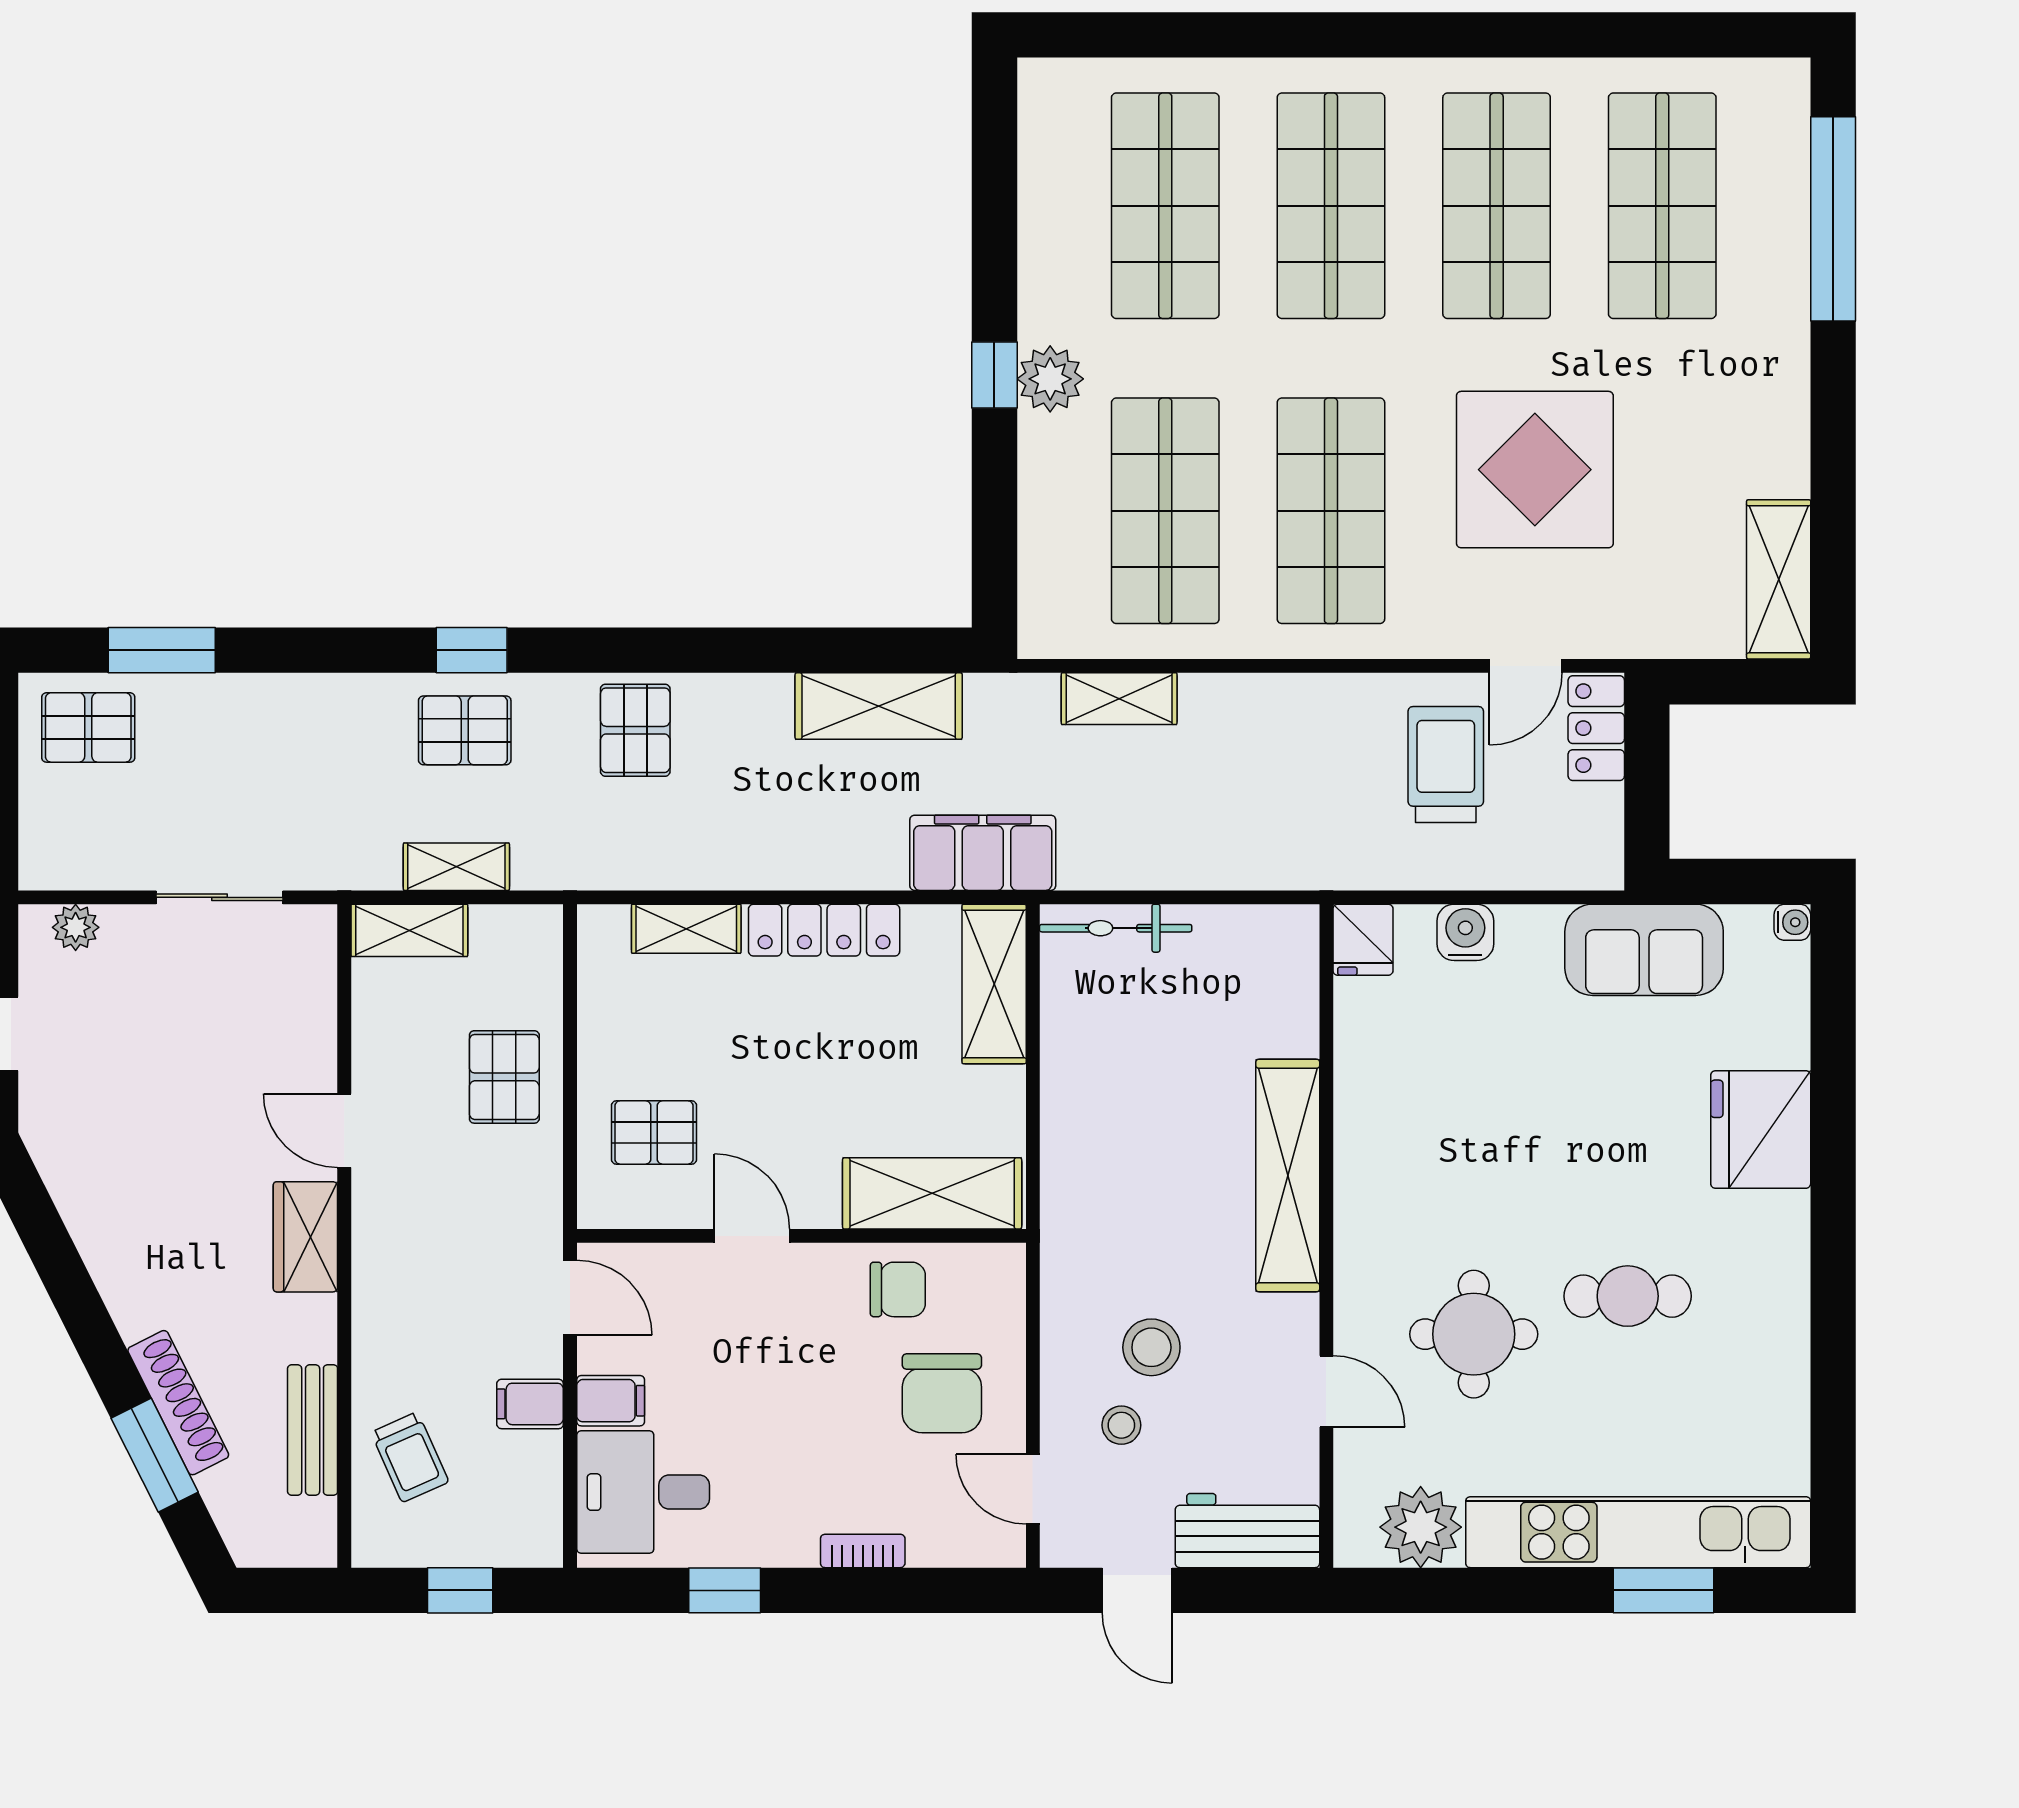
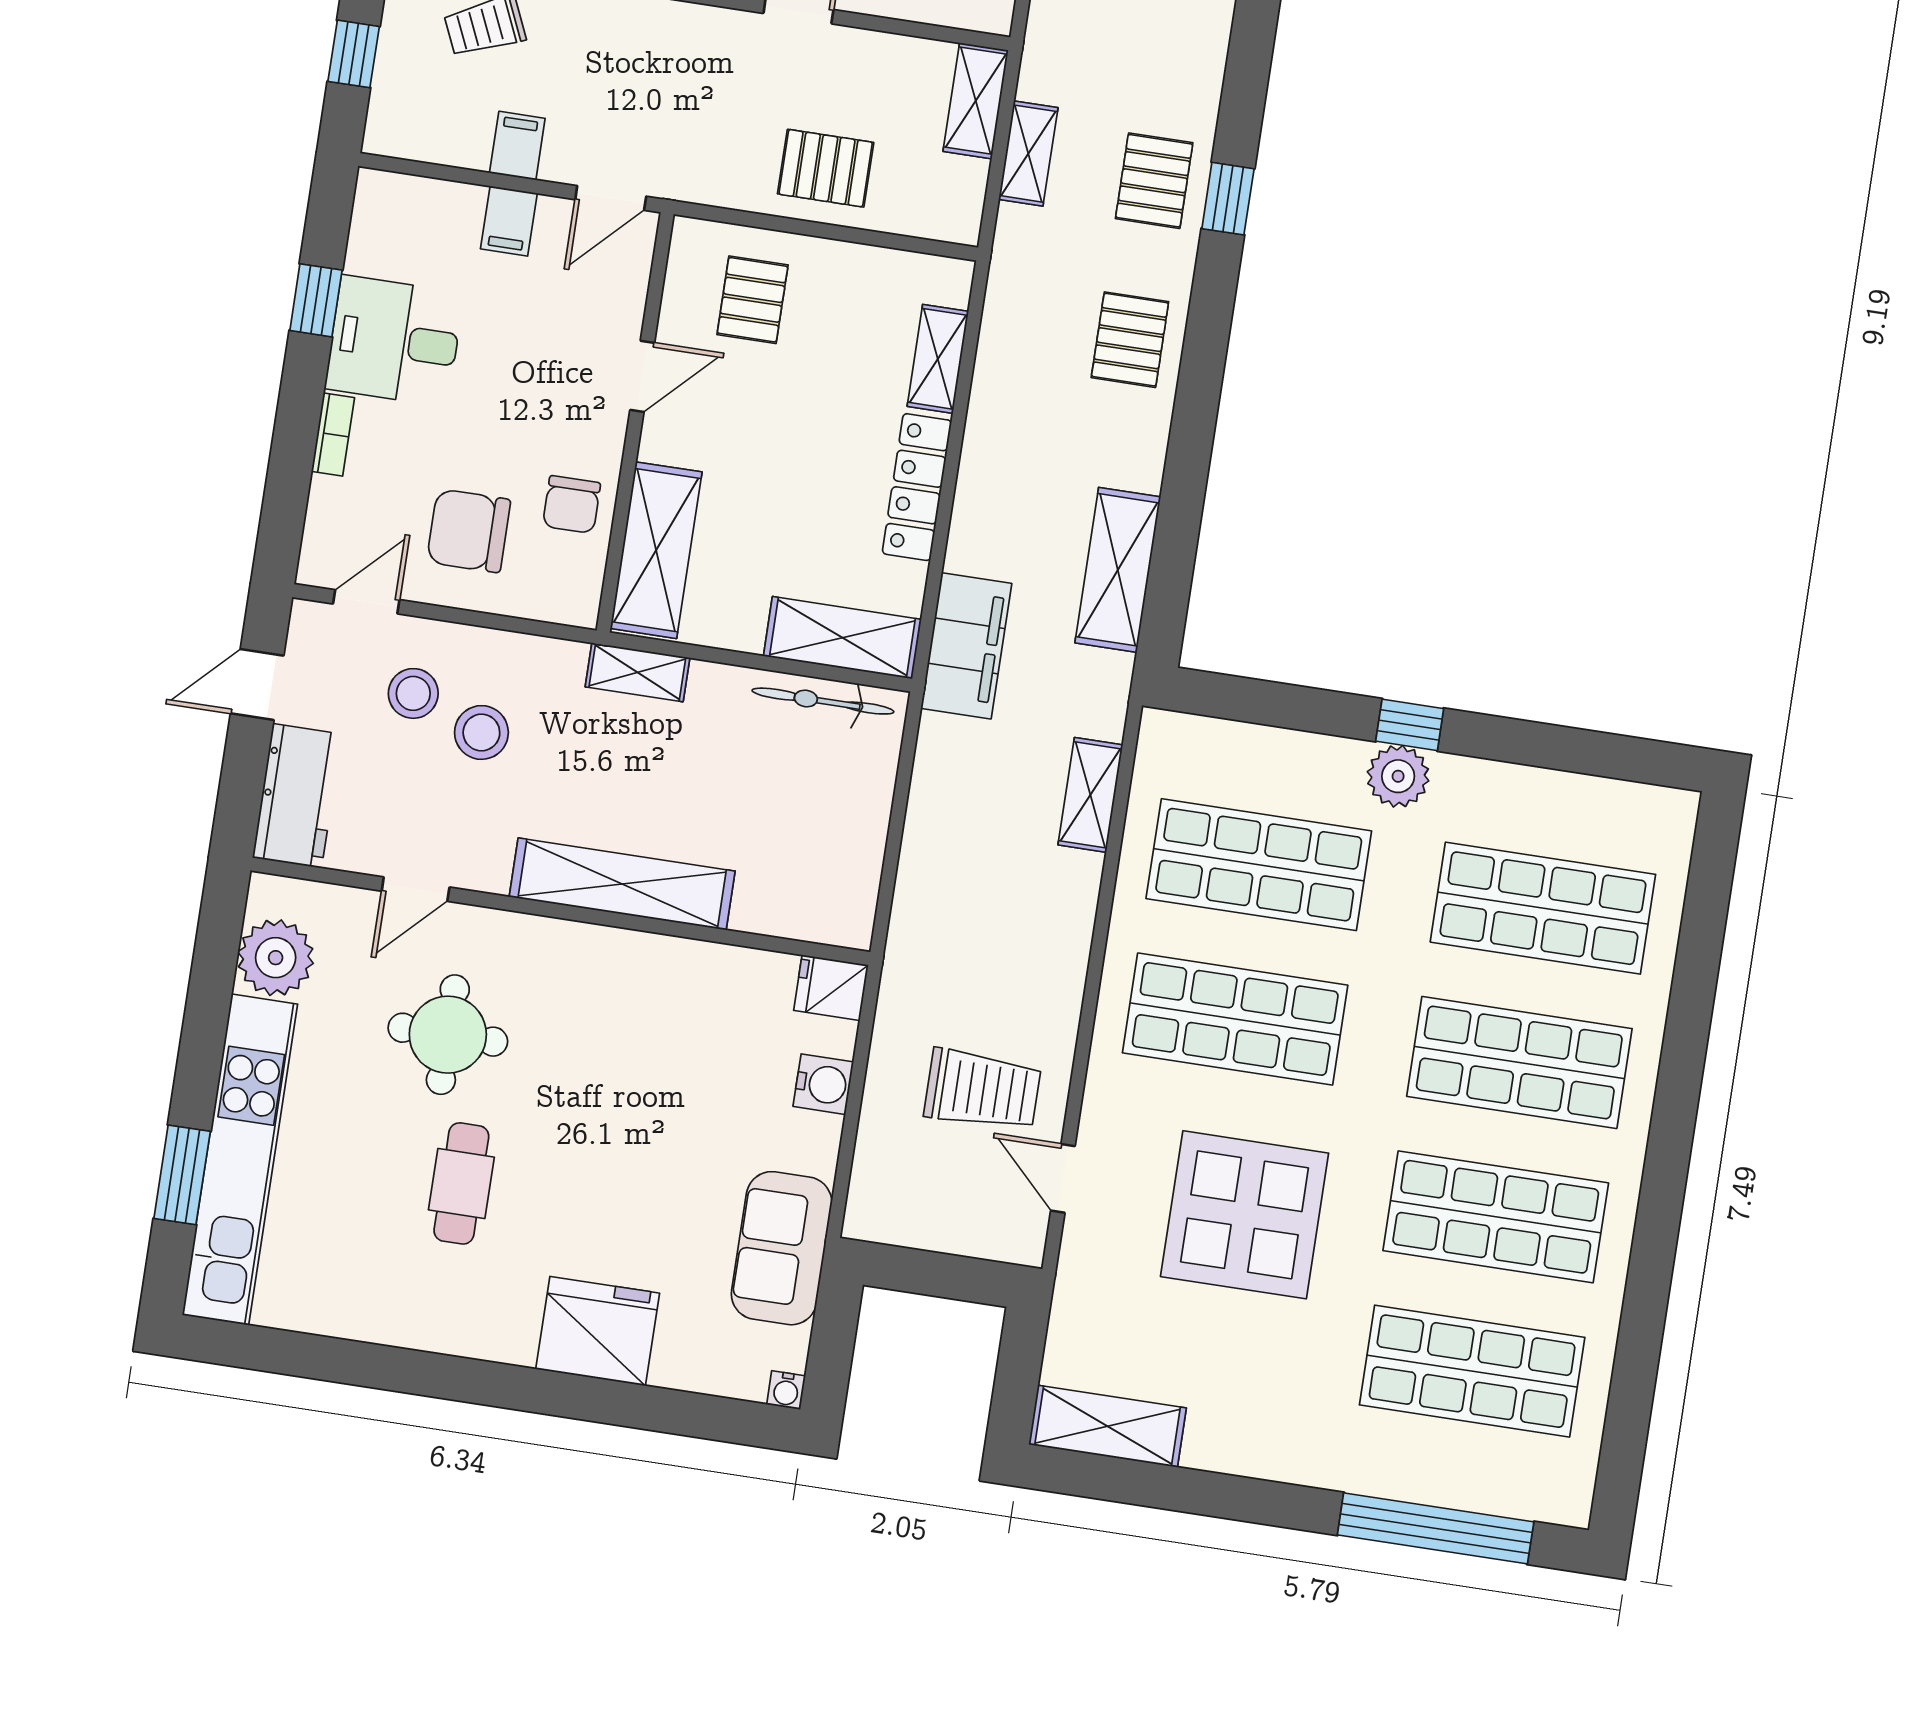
locker: (1596, 728) -> (995, 1235), removed
pallet: (635, 730) -> (1130, 340), turned 90
bicycle: (1116, 928) -> (823, 701), moved, turned -90
shelving: (1063, 1193) -> (637, 672), added
stool: (1121, 1425) -> (413, 693), width x1.37, depth x1.37
desk: (643, 1492) -> (394, 341), moved, turned -90

